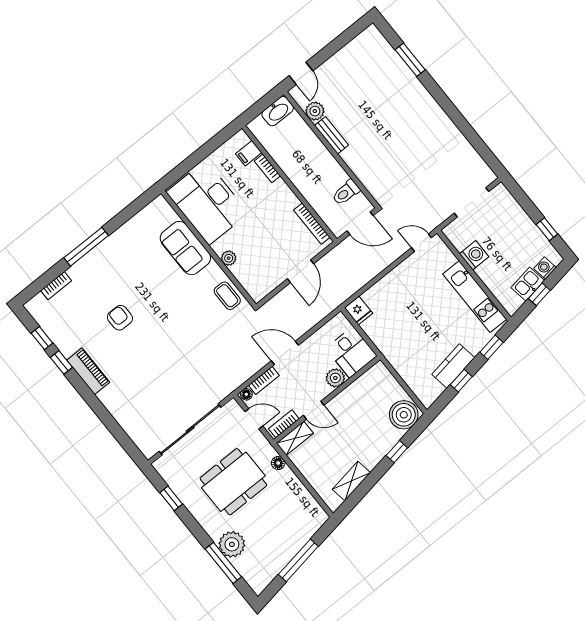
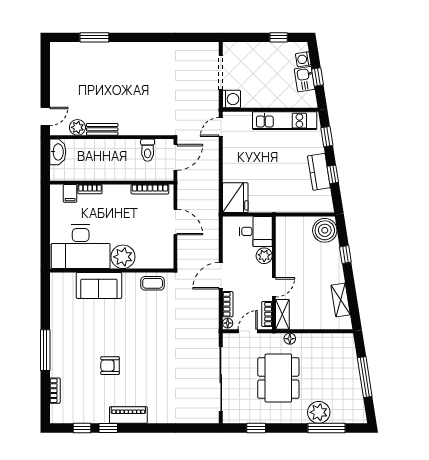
door: (301, 73) -> (45, 116), hinge flipped
washing machine: (474, 255) -> (232, 99), moved, turned 90
plant: (229, 258) -> (123, 257), width x1.87, depth x1.87
fridge: (359, 311) -> (235, 198), width x1.88, depth x1.34

